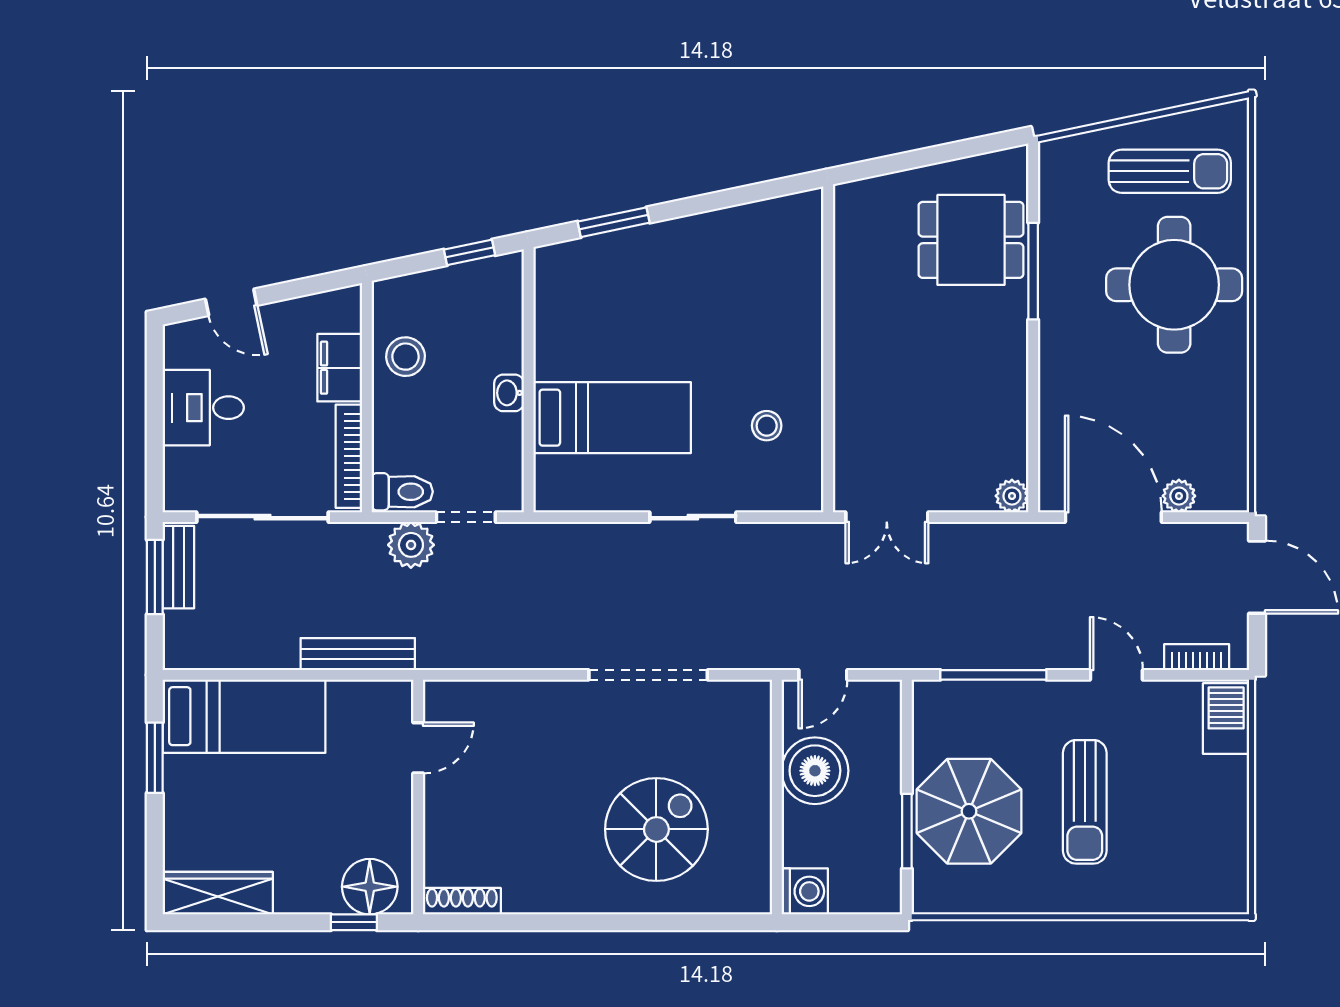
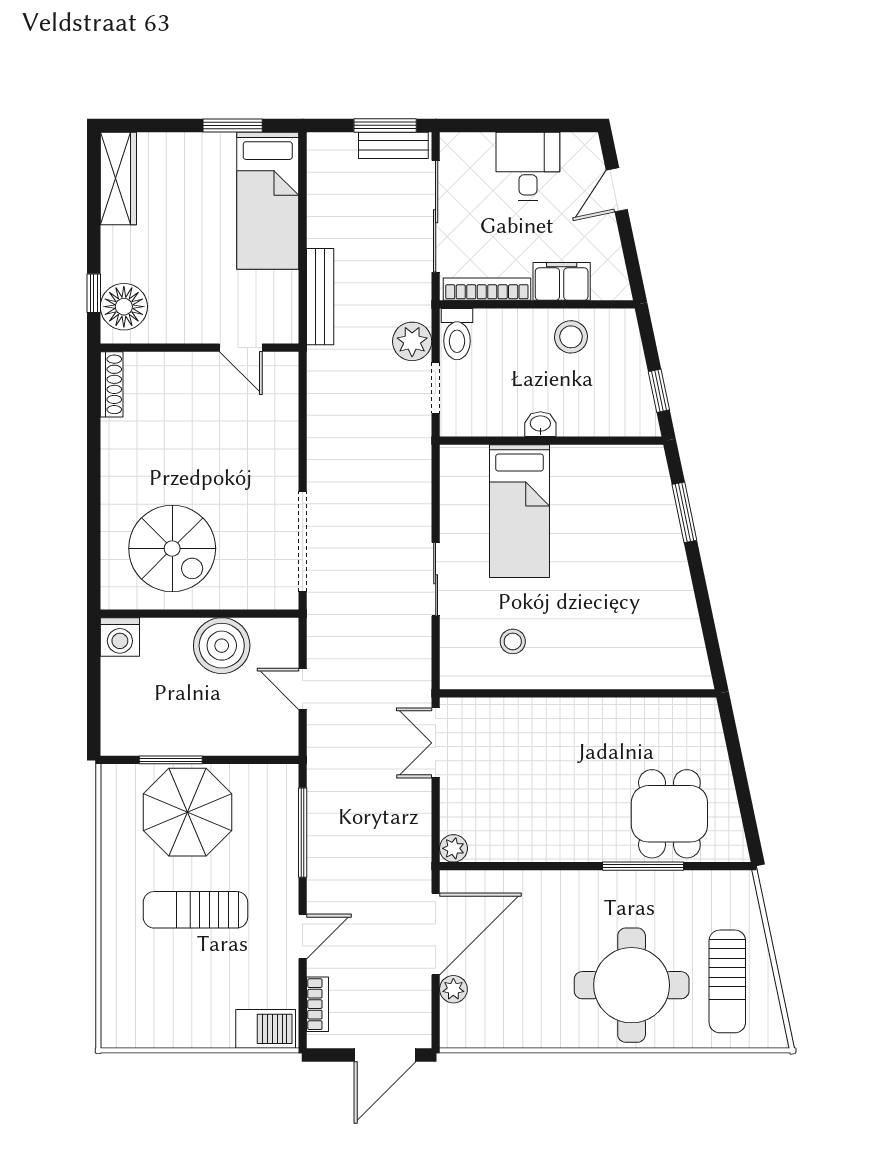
boiler: (815, 771) -> (222, 646), moved
wall: (777, 797) -> (200, 614), moved
washing machine: (805, 891) -> (120, 637), moved

